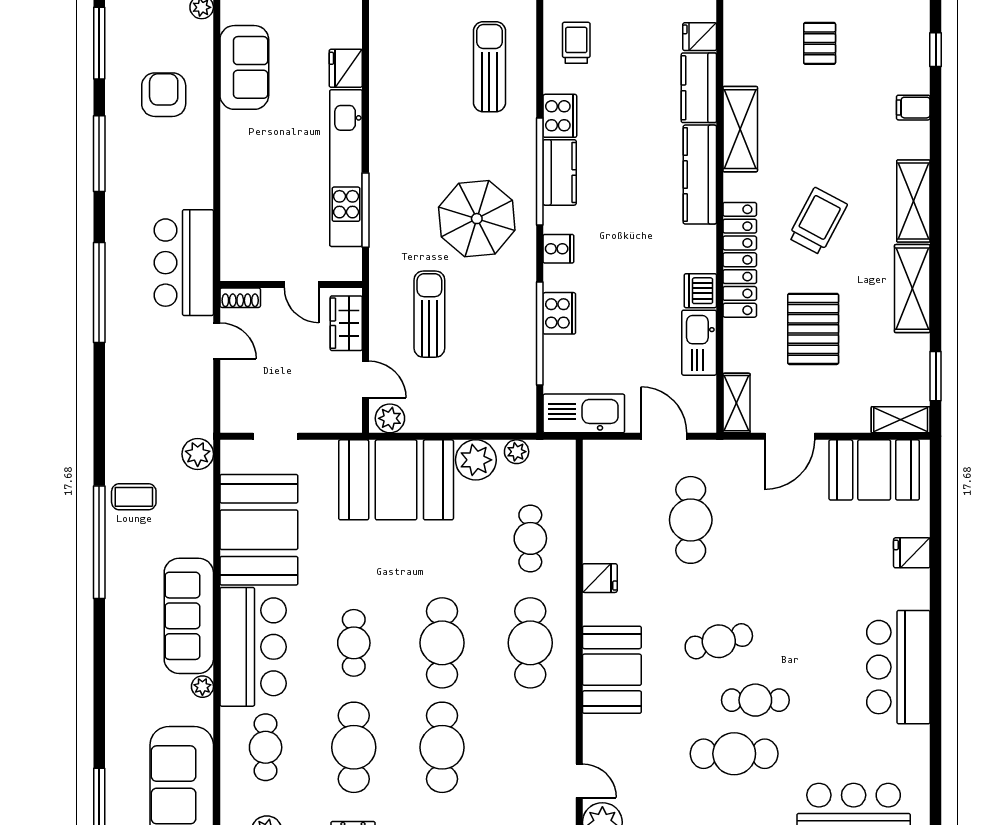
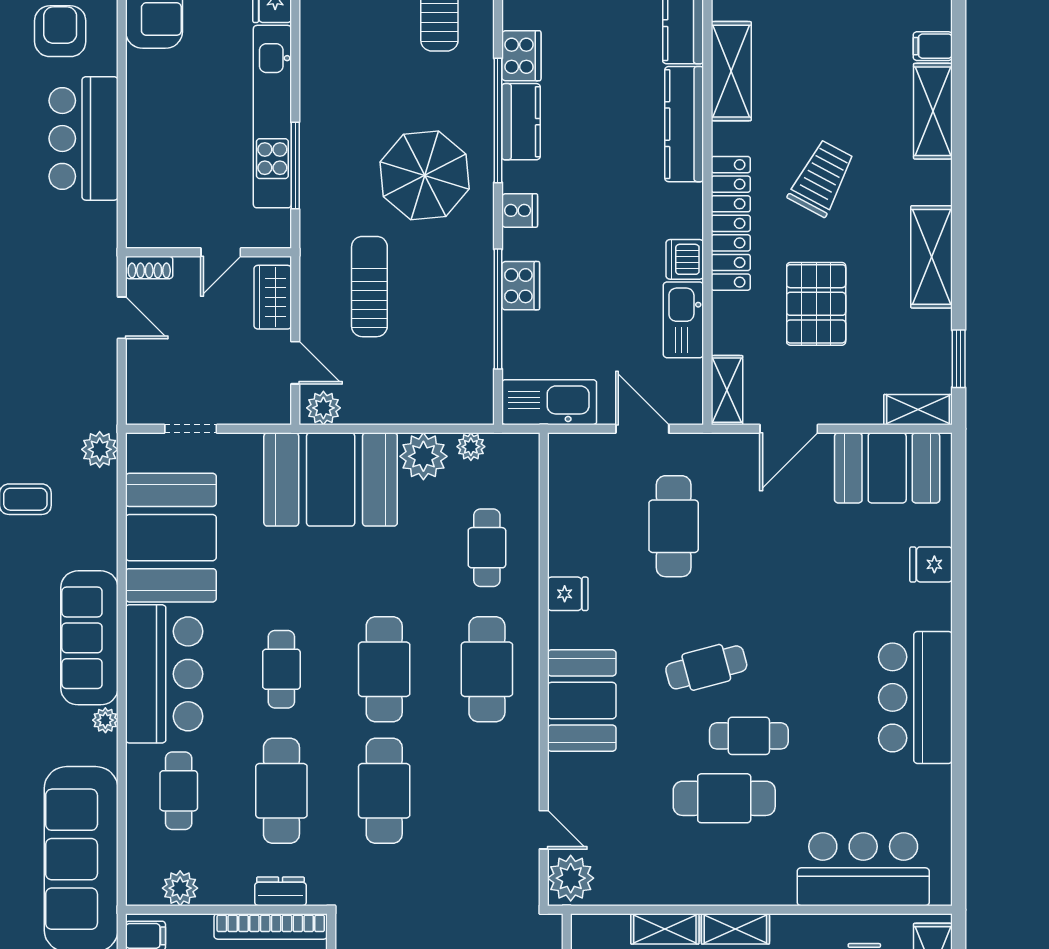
shelving: (913, 201) -> (933, 111), moved
bar counter: (184, 263) -> (84, 138), moved
door: (302, 285) -> (221, 252), hinge flipped

